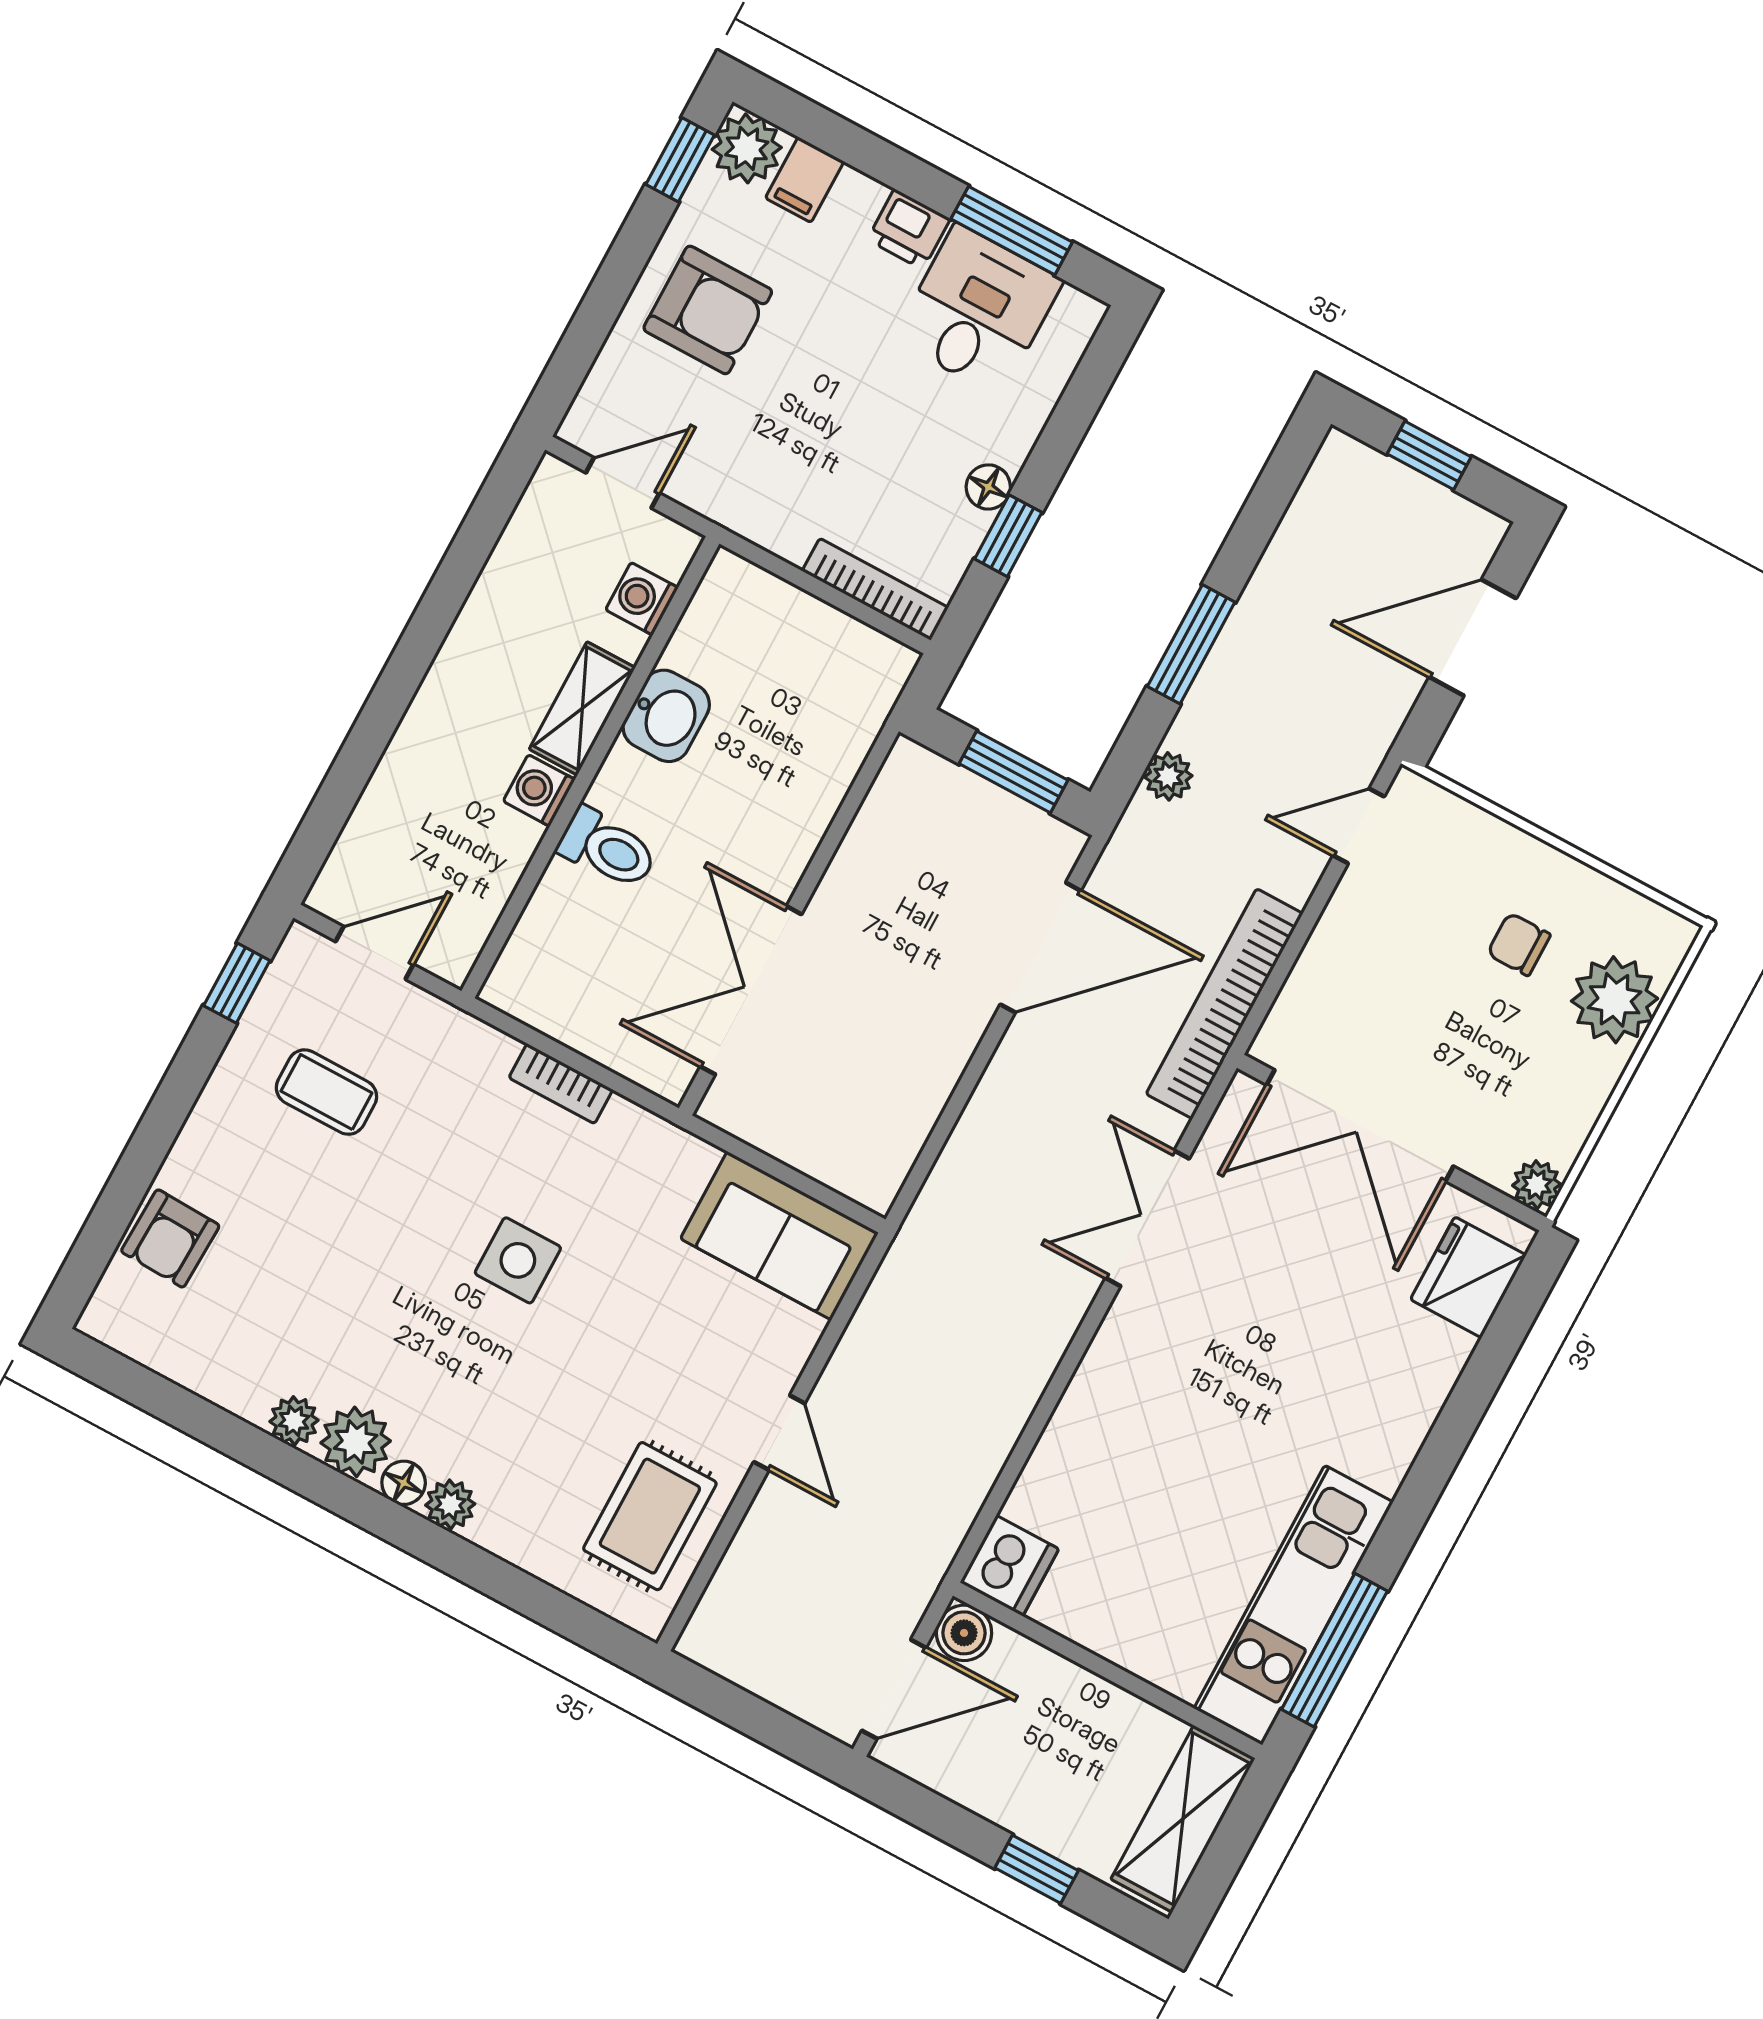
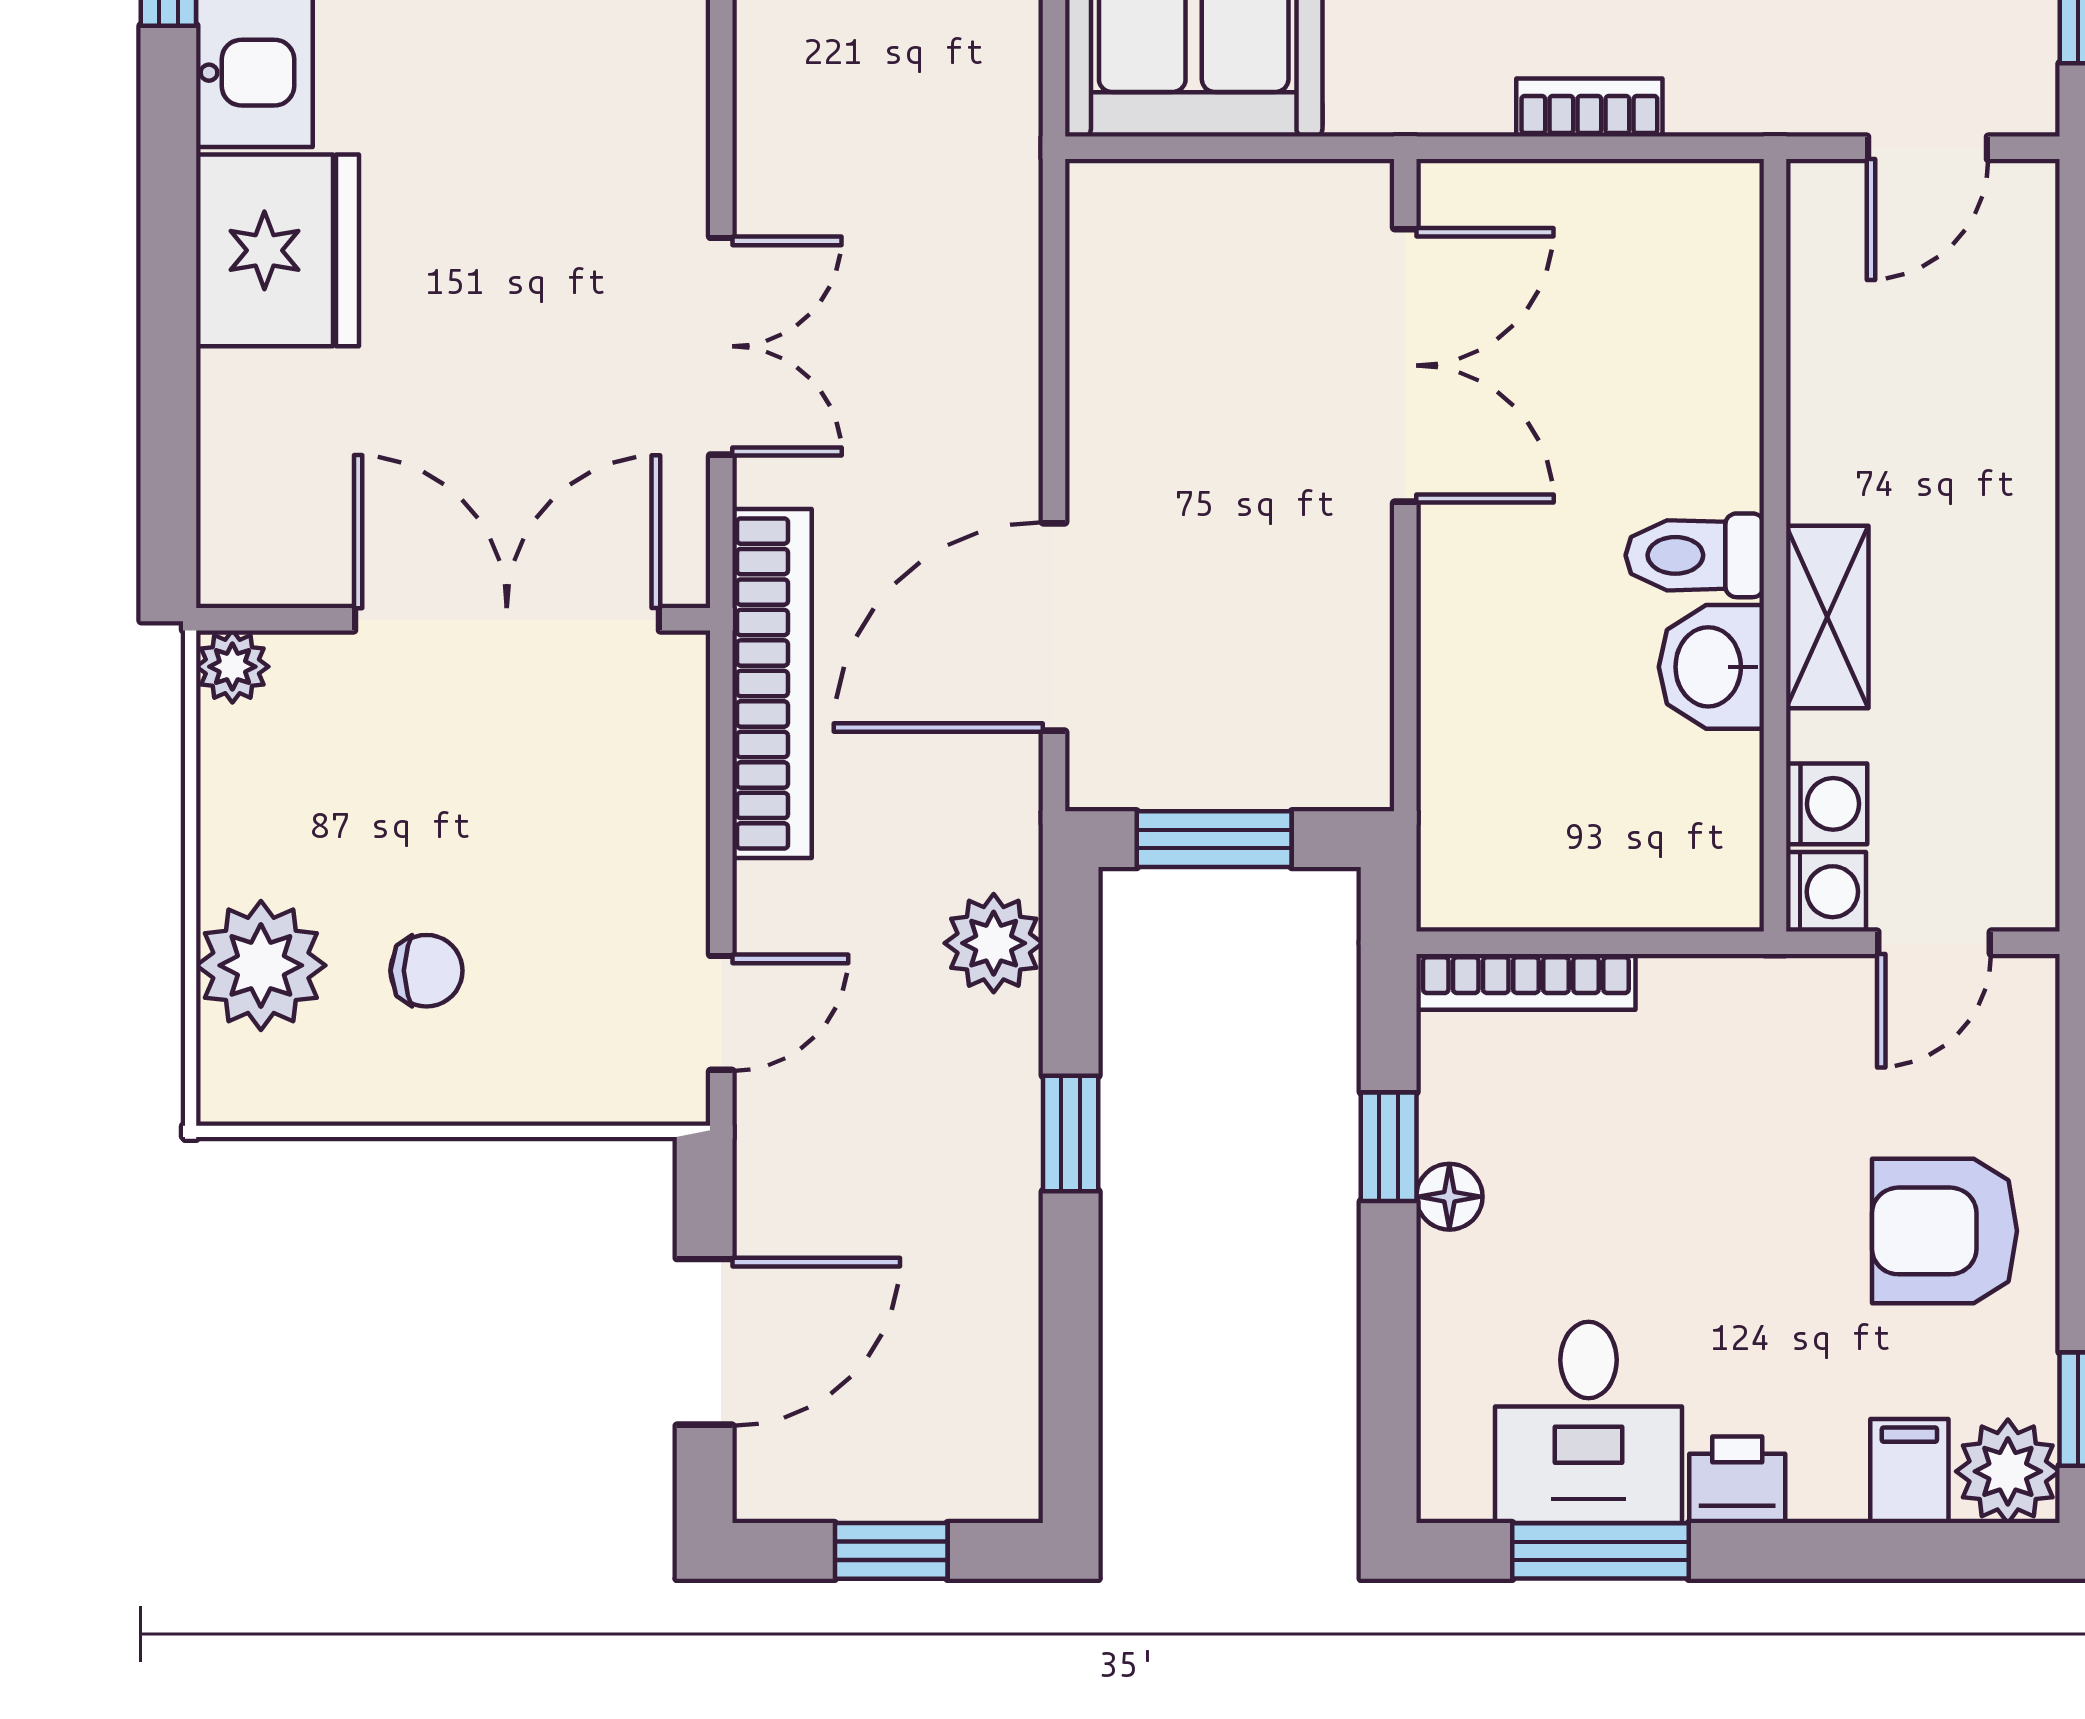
window: (1191, 644) -> (1071, 1133), width x0.67
plant: (1168, 776) -> (994, 943), width x1.38, depth x1.38
washing machine: (539, 790) -> (1826, 892), moved
toilet: (607, 848) -> (1695, 555), moved
fridge: (1468, 1277) -> (277, 250), moved, width x1.36, depth x1.34

